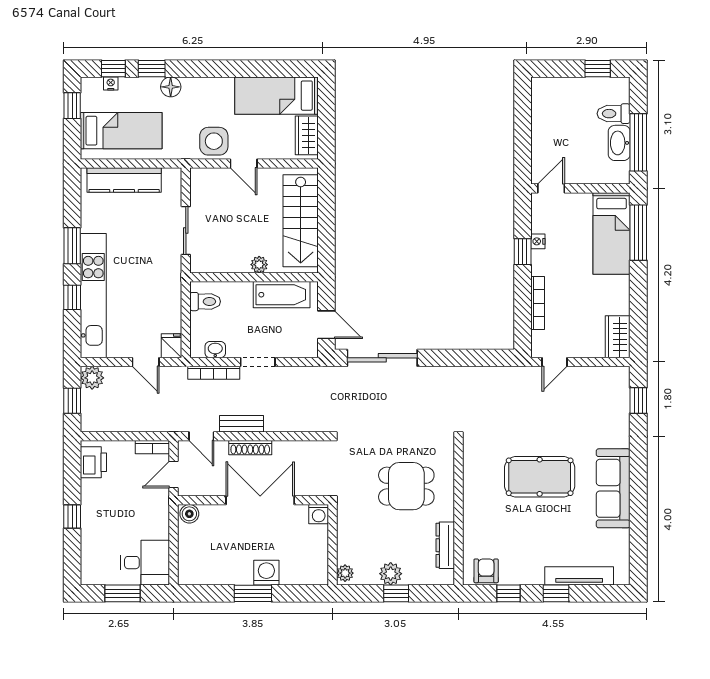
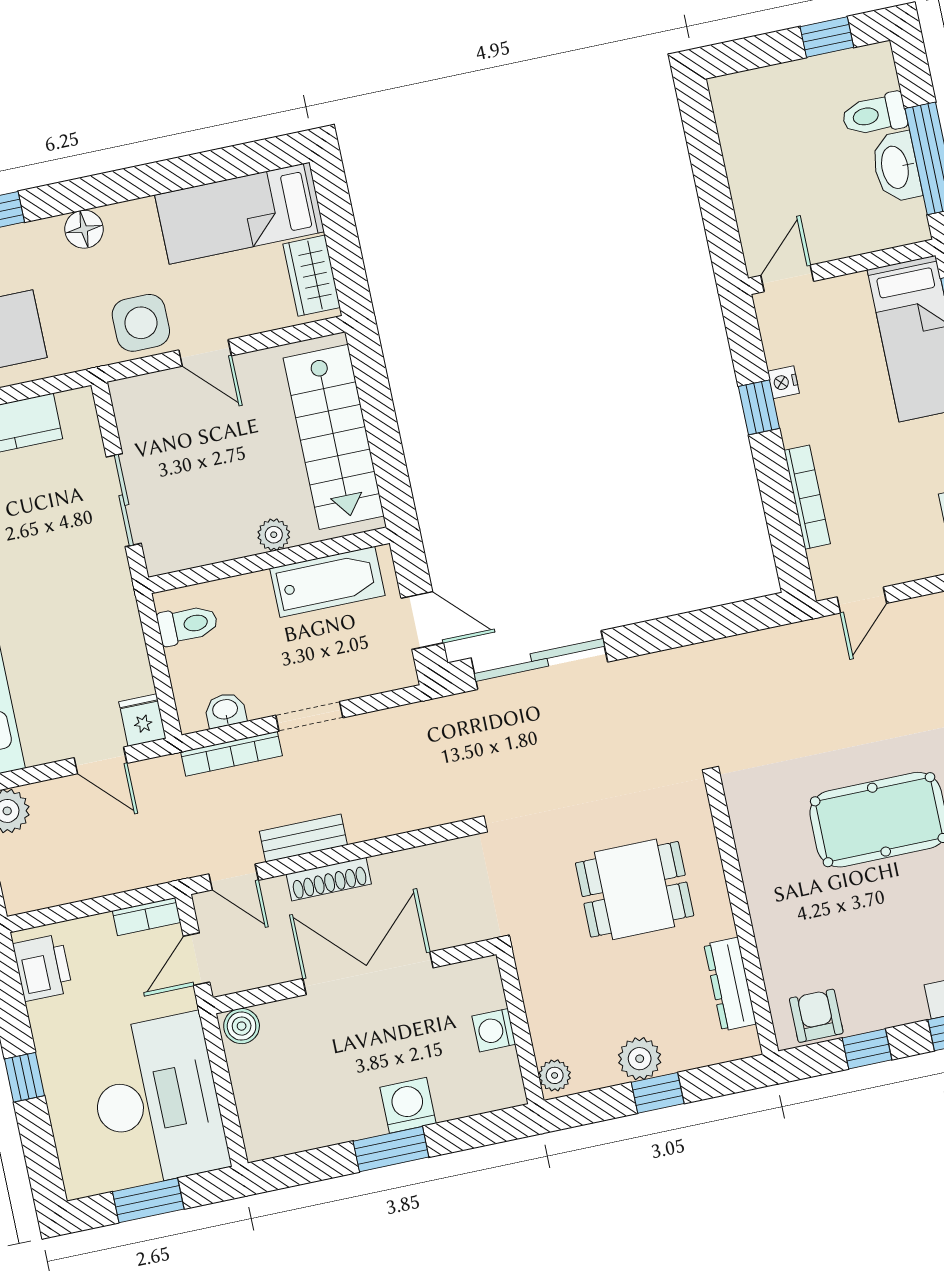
floor lamp: (171, 87) -> (84, 229), moved
washing machine: (319, 514) -> (494, 1030), moved, turned 90
desk: (145, 563) -> (157, 1100), width x1.87, depth x1.30

